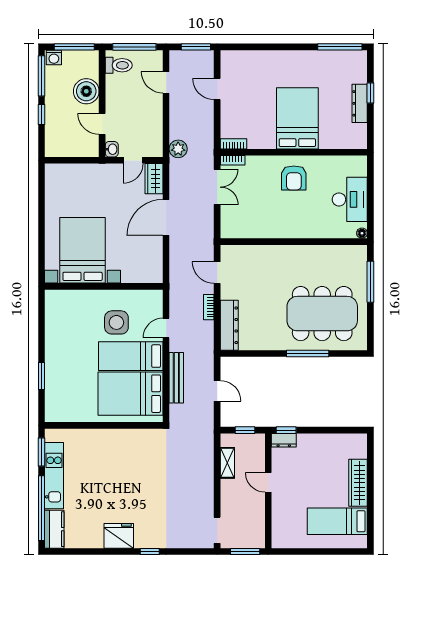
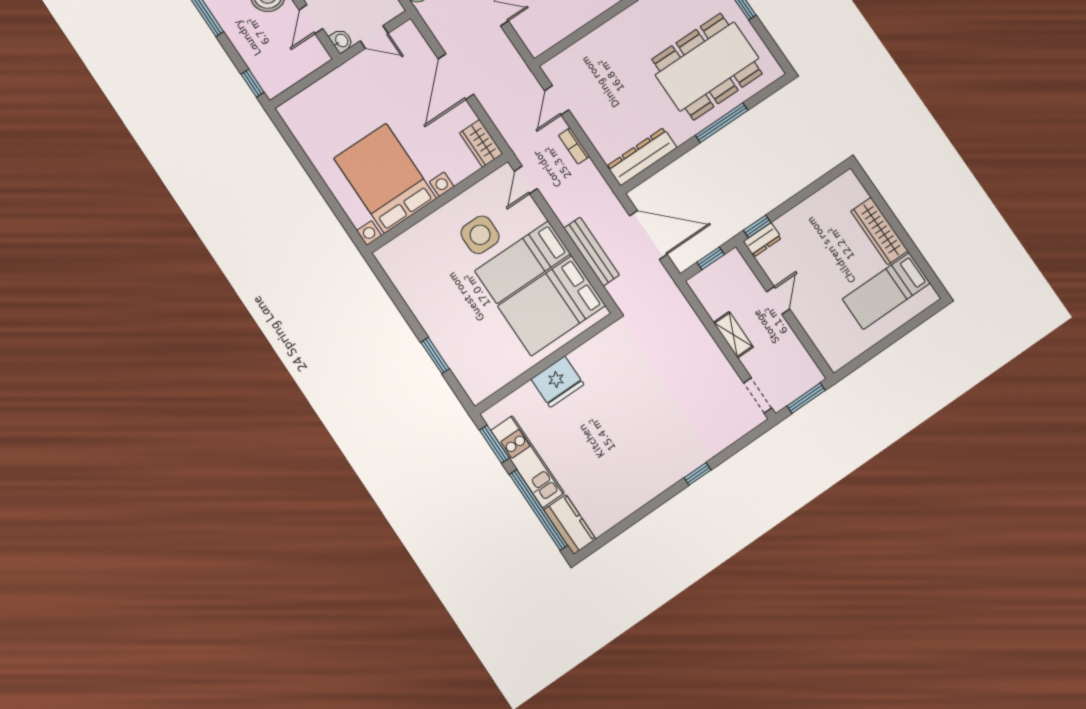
window: (41, 114) -> (253, 83), moved
door: (102, 124) -> (311, 19), hinge flipped
door: (133, 160) -> (374, 37), hinge flipped
wardrobe: (154, 179) -> (481, 143), moved
door: (217, 273) -> (557, 100), hinge flipped
dresser: (229, 325) -> (642, 157), moved, turned -90
door: (166, 328) -> (526, 180), moved
door: (217, 391) -> (648, 235), width x1.88
shelving: (227, 463) -> (733, 335), moved
door: (268, 482) -> (778, 300), swing flipped
fridge: (119, 536) -> (558, 382), moved, turned 180

